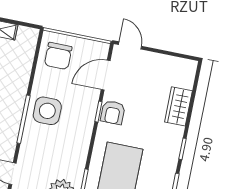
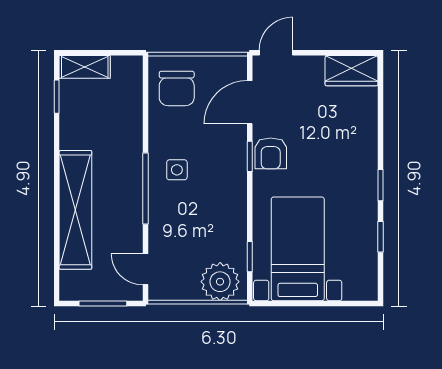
door: (130, 45) -> (276, 53), hinge flipped
wardrobe: (178, 106) -> (351, 71), moved, turned -90
side table: (47, 111) -> (177, 170), width x0.54, depth x0.54

